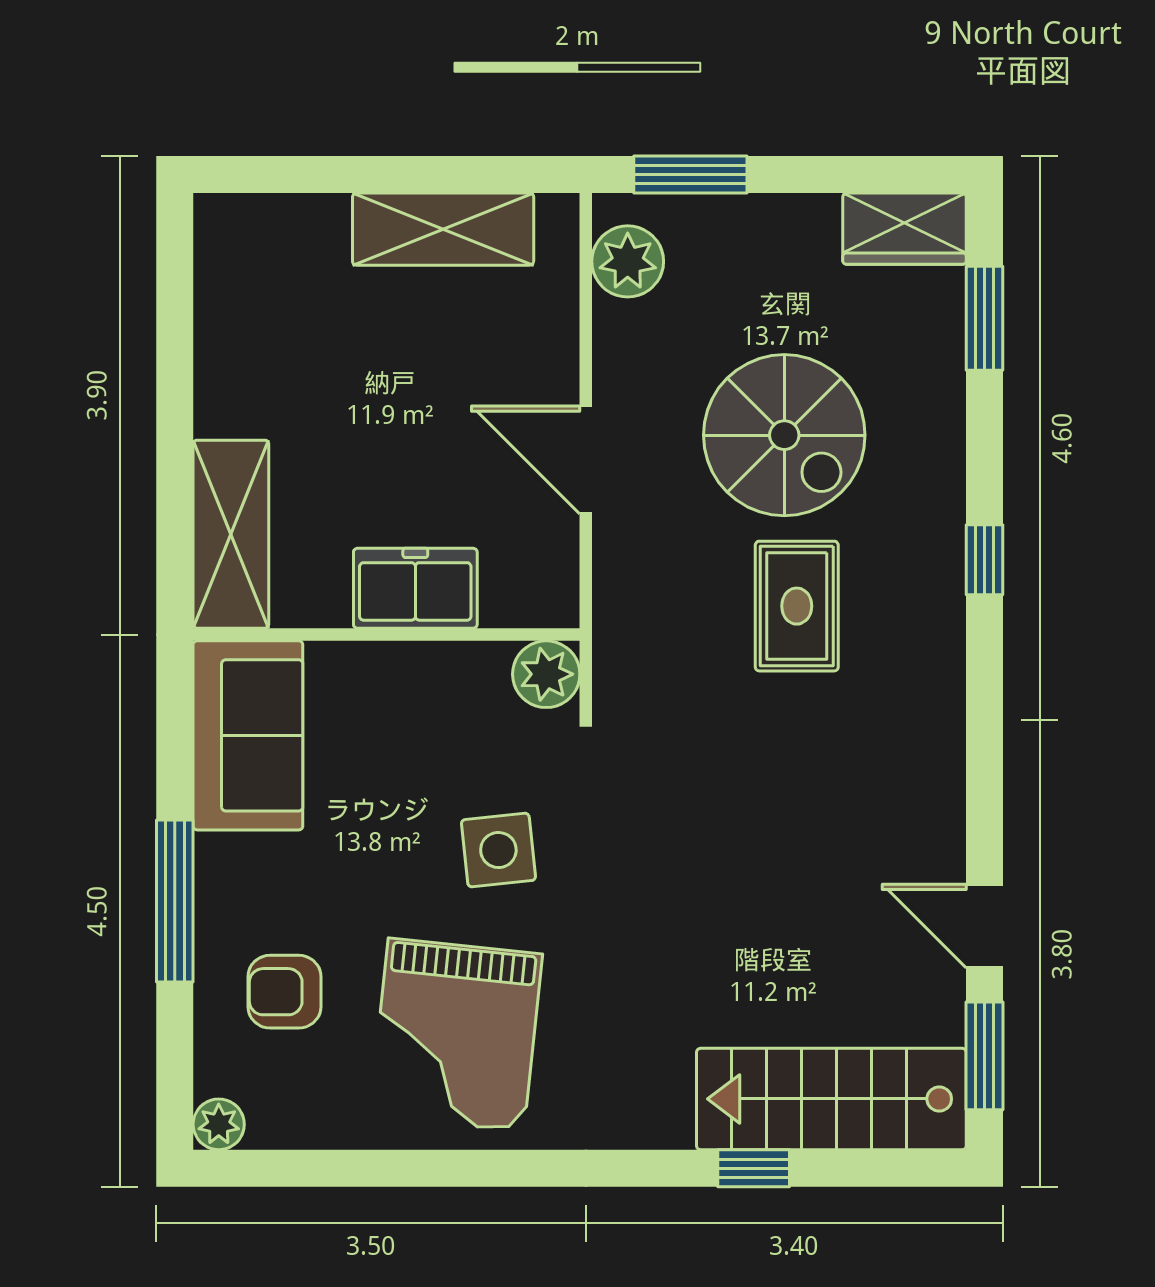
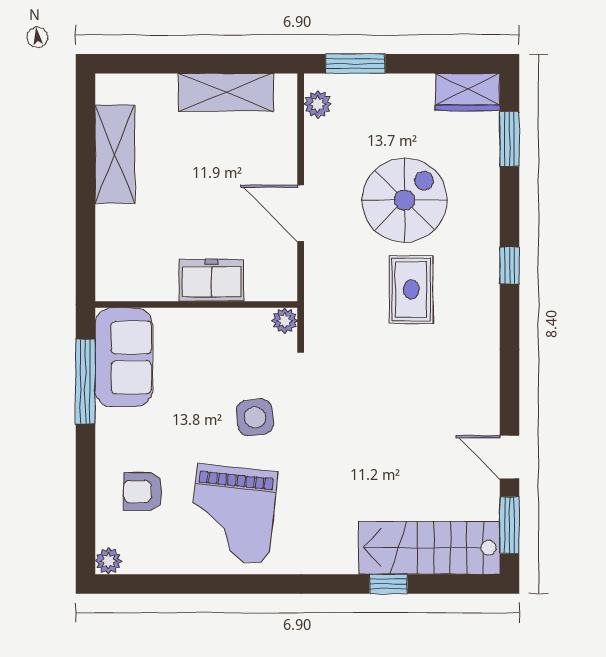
plant: (628, 261) -> (318, 104), width x0.73, depth x0.73
spiral stairs: (784, 435) -> (405, 200), turned -90
shelving: (231, 534) -> (115, 154), moved
plant: (546, 674) -> (285, 320), width x0.73, depth x0.73
window: (175, 901) -> (85, 382), moved

